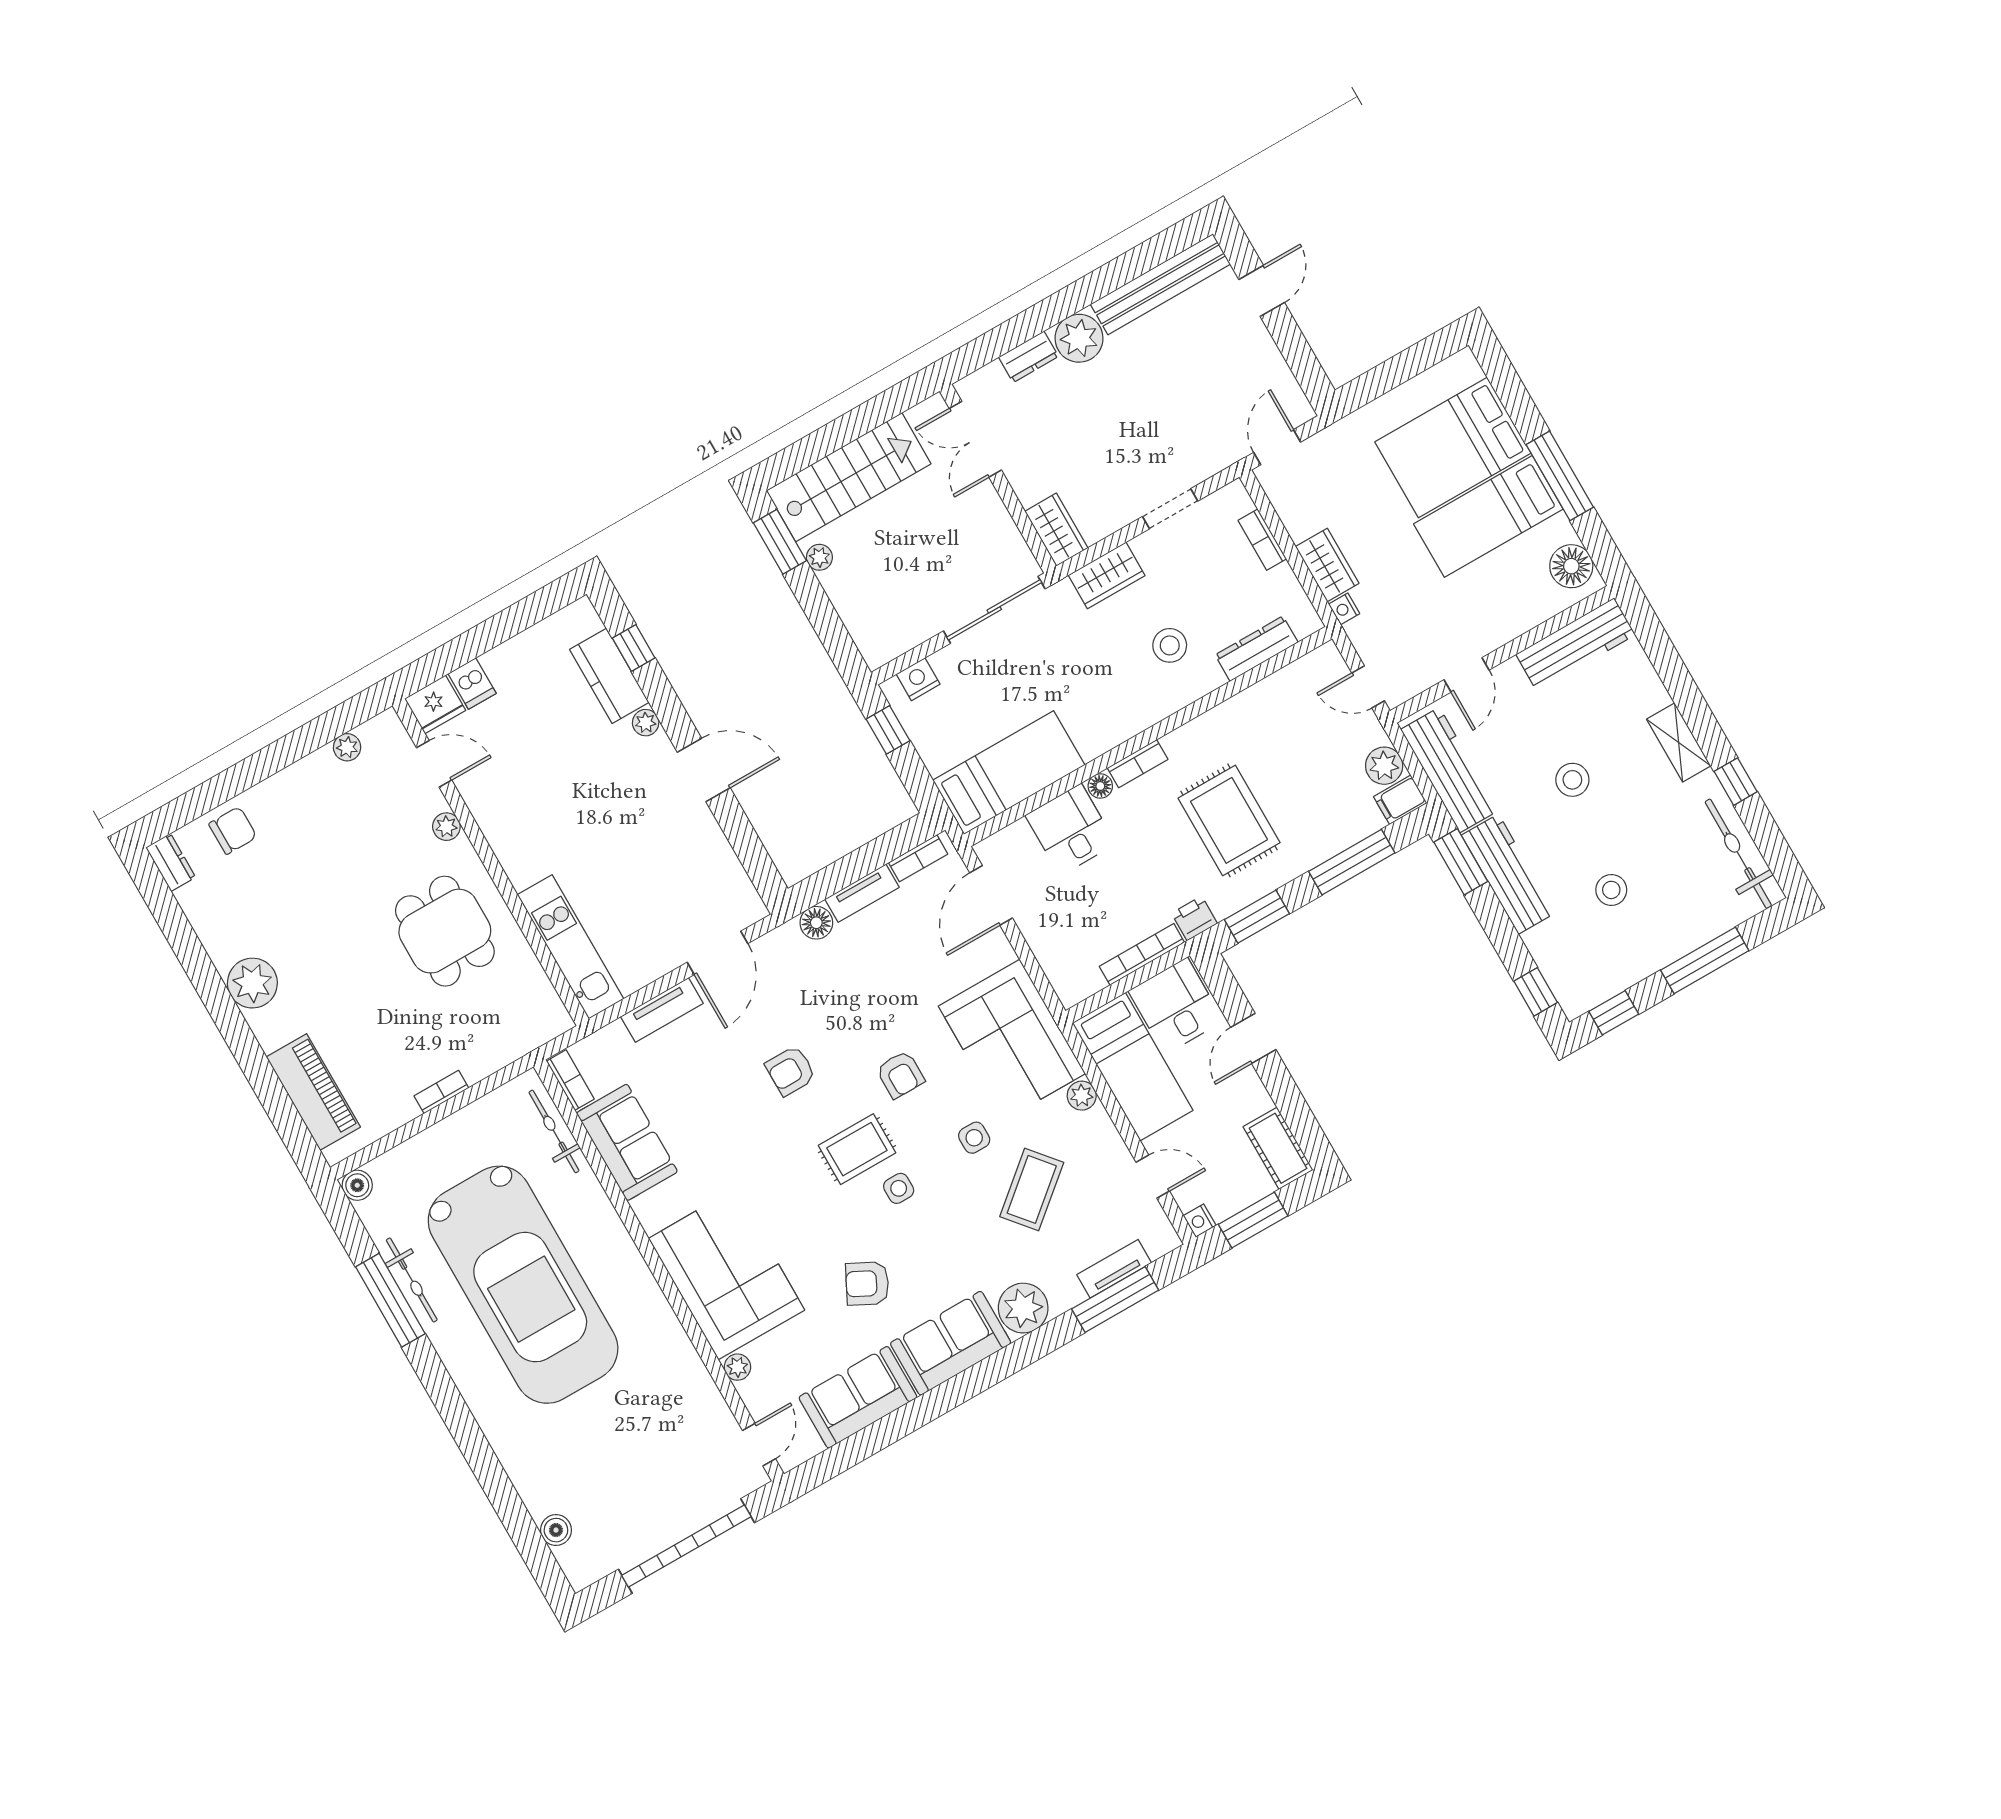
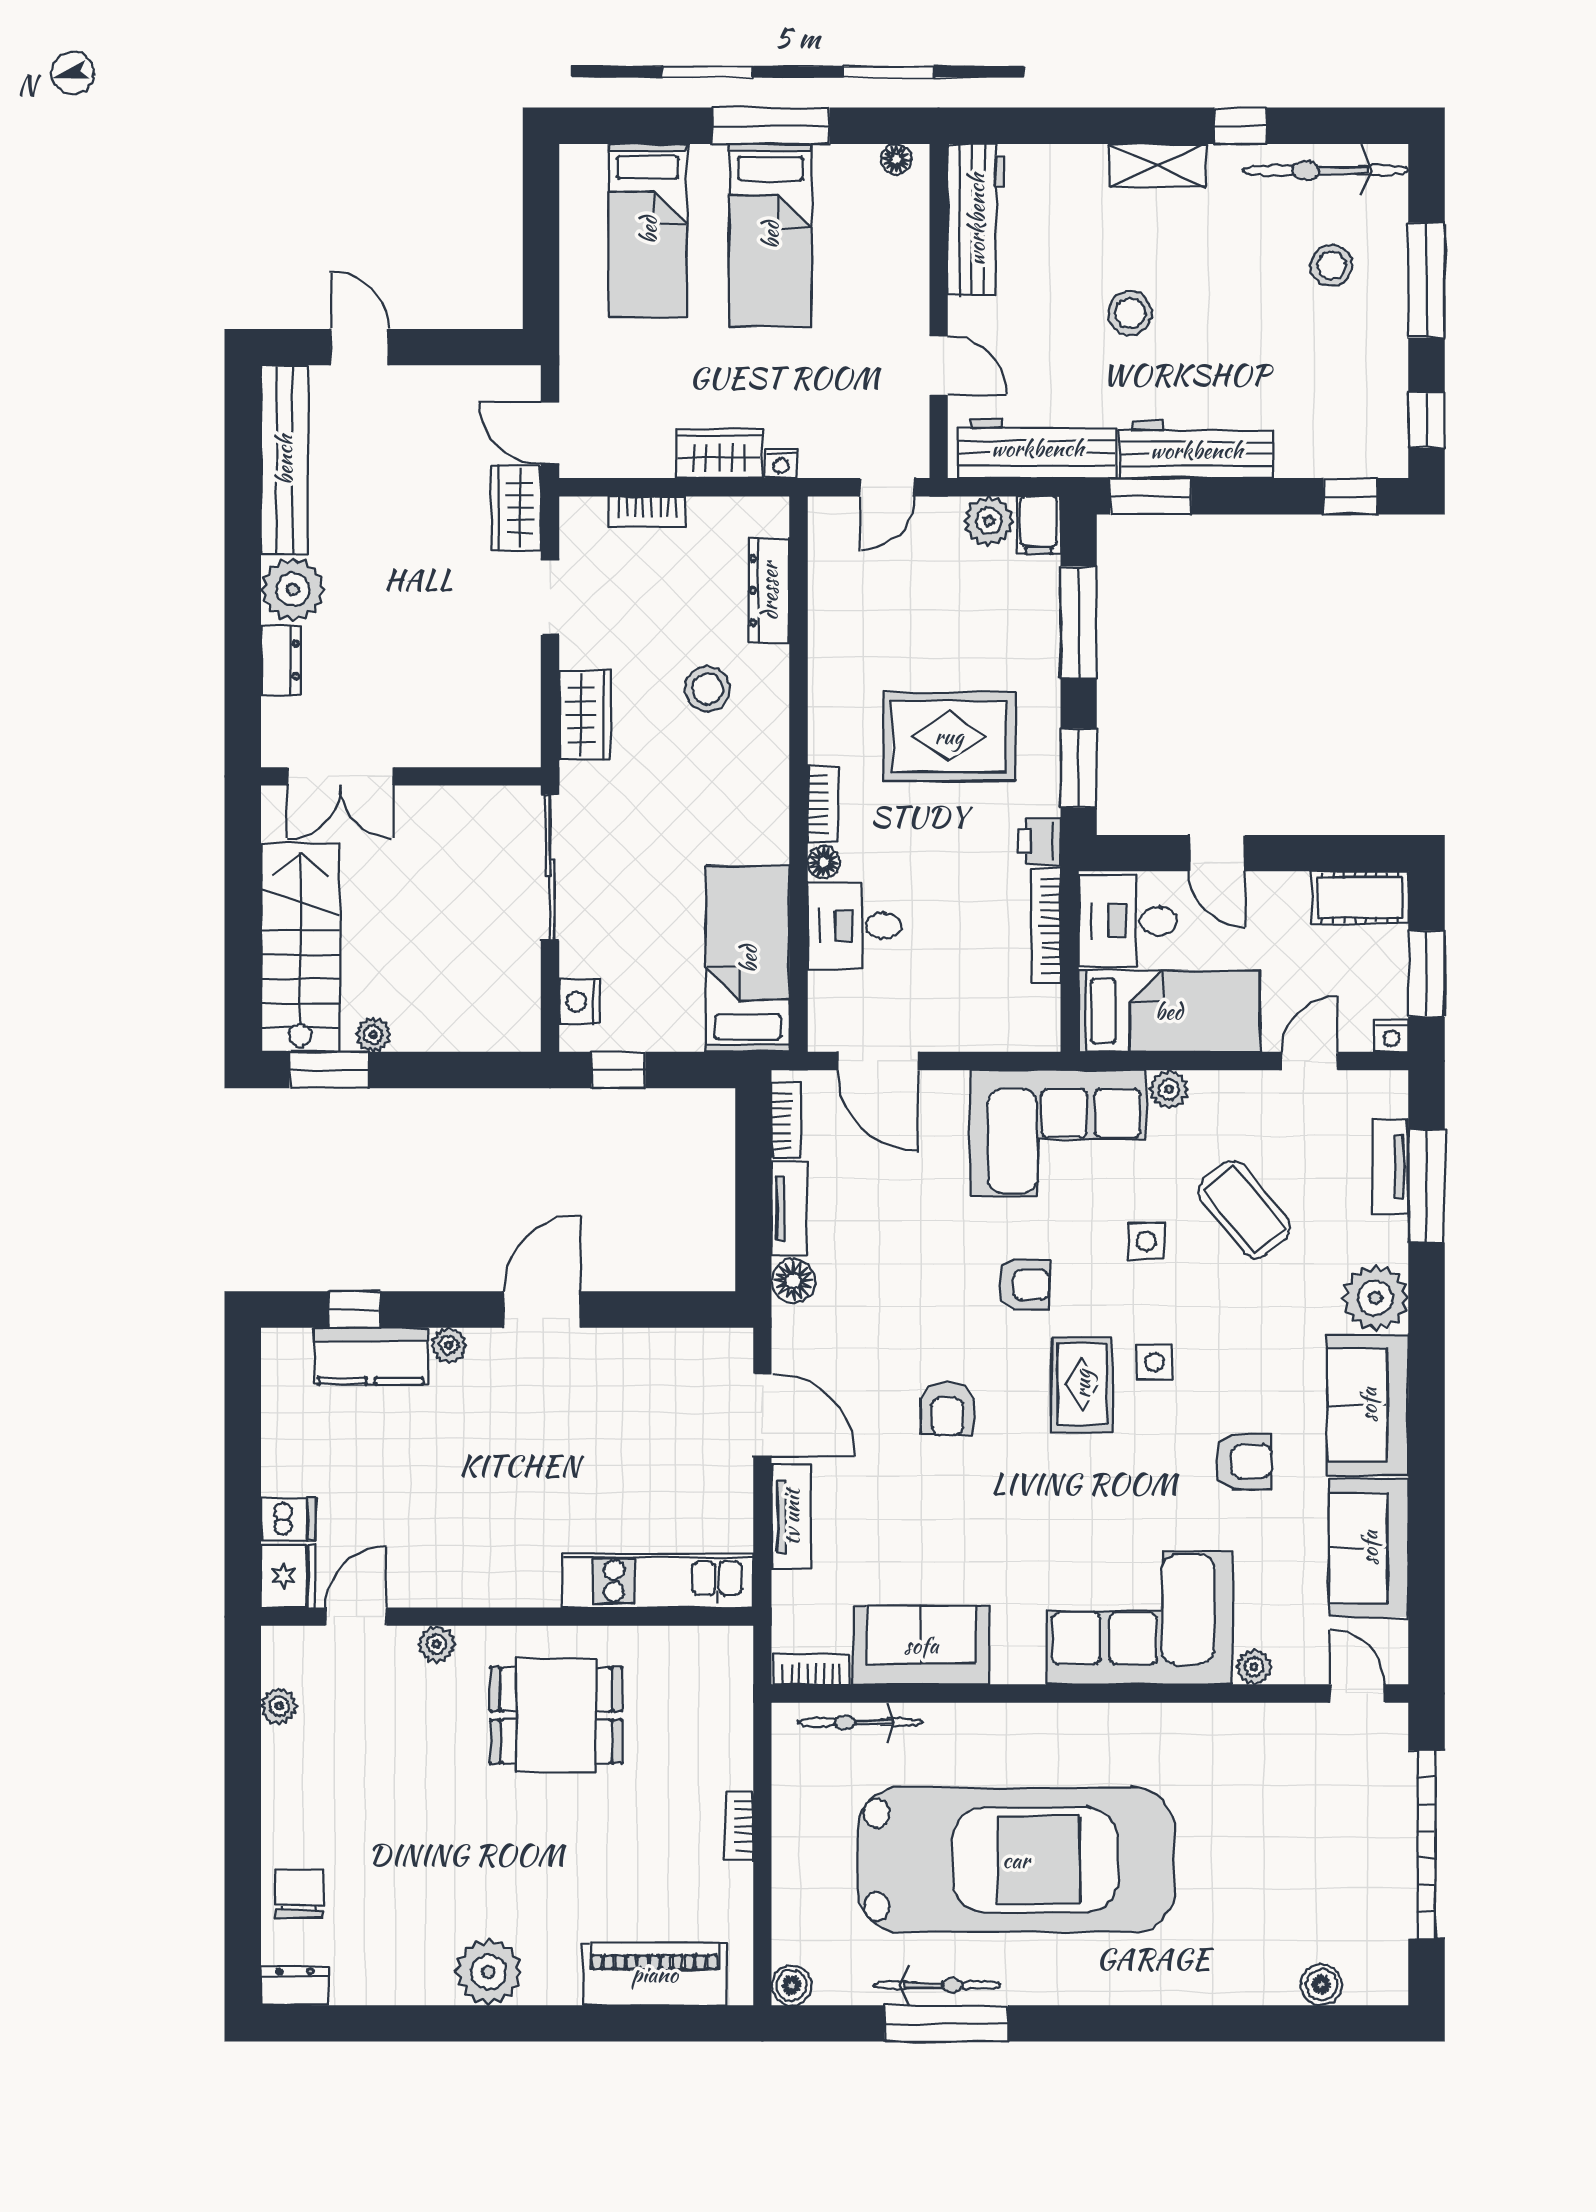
bed: (1453, 447) -> (648, 230), width x0.67
wardrobe: (1056, 530) -> (516, 508), moved, turned -90
floor lamp: (1571, 566) -> (896, 159), width x0.53, depth x0.53
stool: (1611, 890) -> (1331, 266), moved
armchair: (867, 1283) -> (1243, 1462), turned -117

